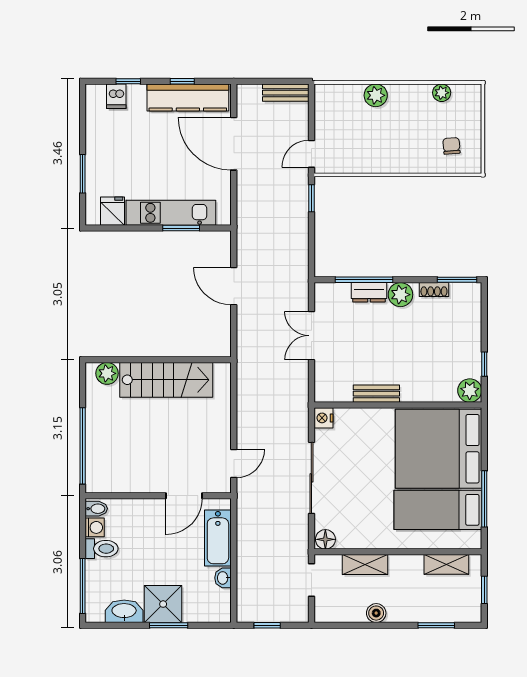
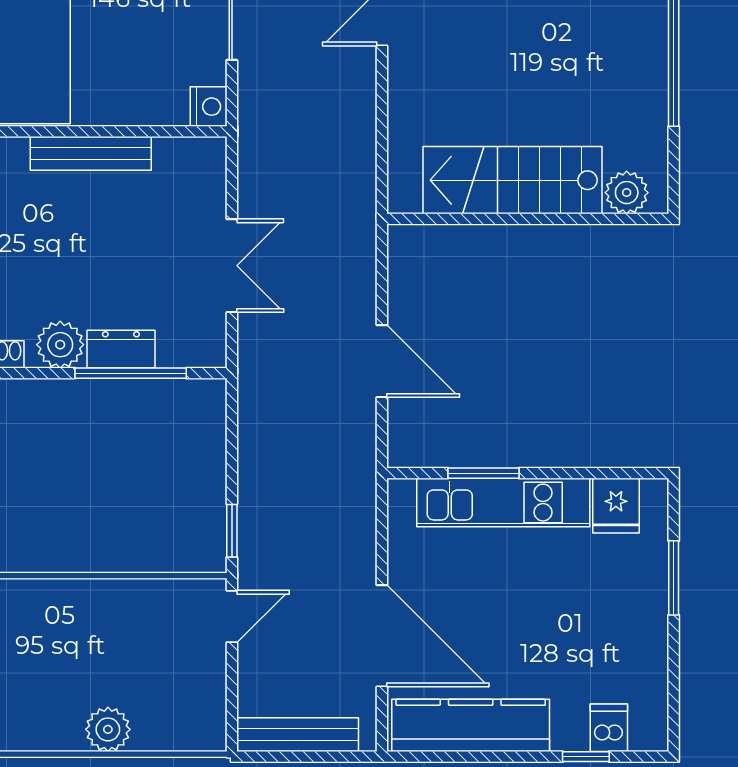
window: (182, 81) -> (481, 757), removed
bench: (286, 93) -> (298, 735), width x1.36
bench: (376, 394) -> (91, 153), width x1.36

